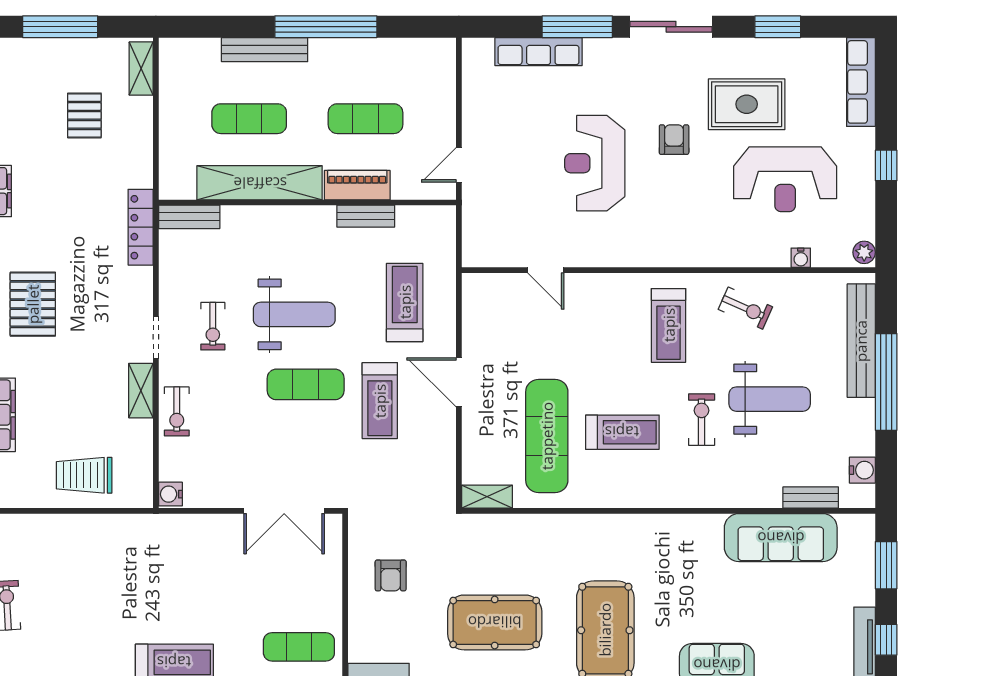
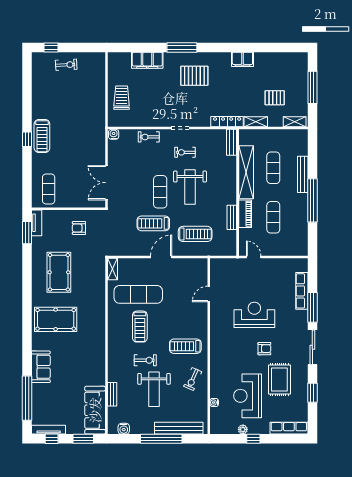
plant: (864, 252) -> (243, 429), moved
shelving: (141, 391) -> (256, 122), moved
bench: (811, 498) -> (112, 394), moved
sofa: (781, 538) -> (95, 410), moved

